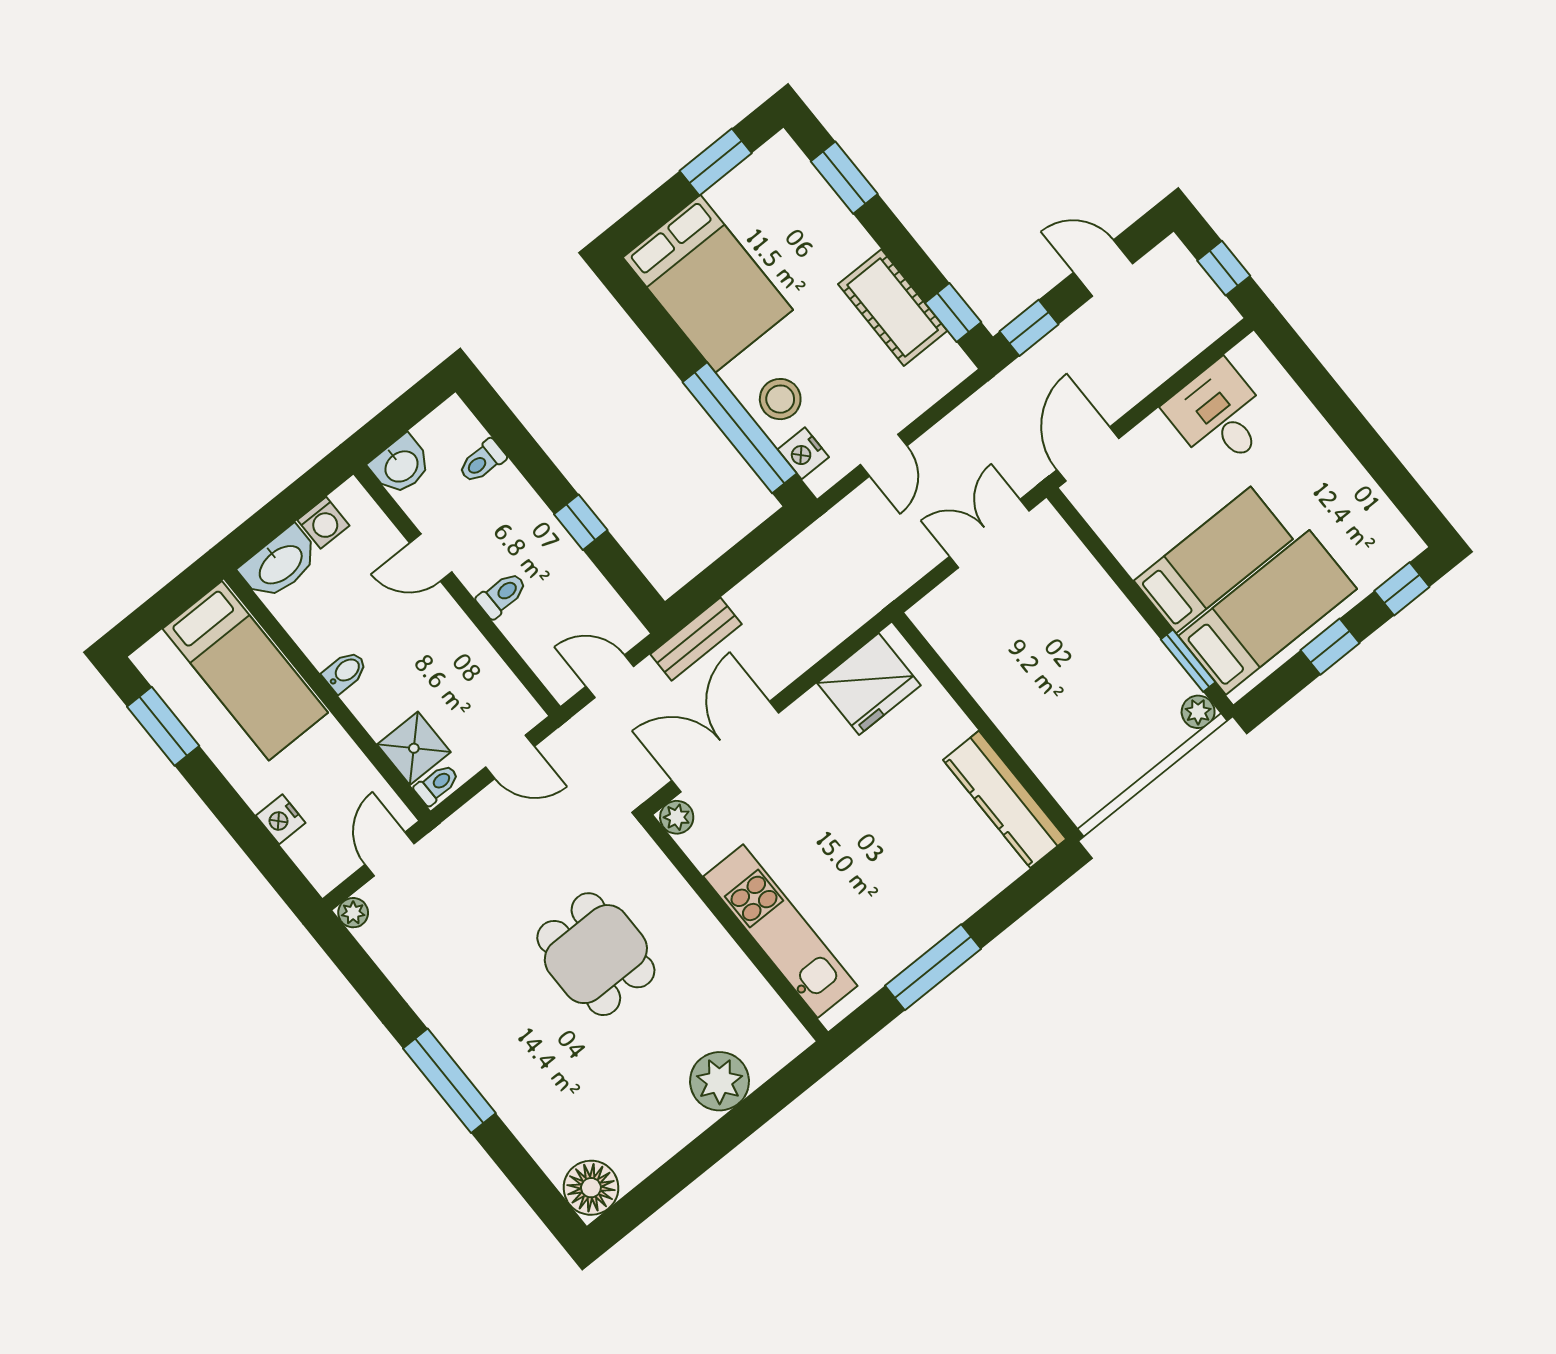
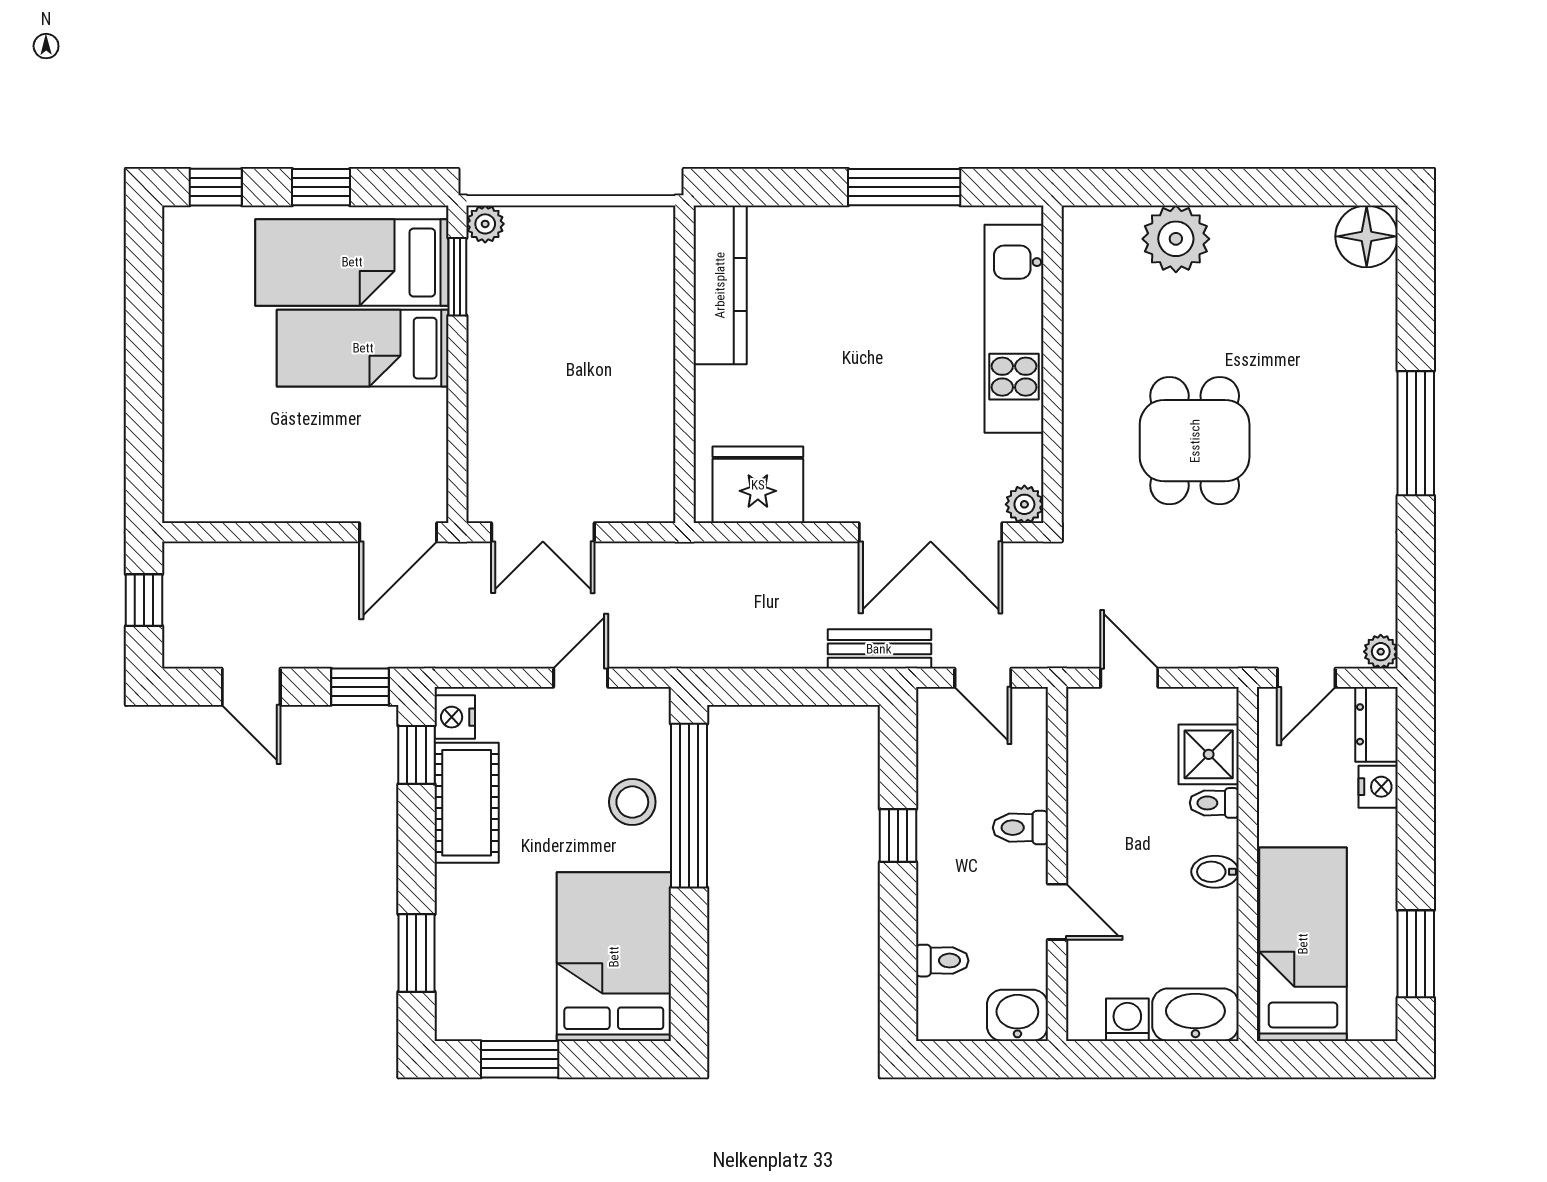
desk: (1219, 416) -> (254, 472), removed
nightstand: (803, 453) -> (455, 717), moved, turned 180
toilet: (437, 784) -> (1214, 803), moved
dresser: (316, 861) -> (1377, 724), added

